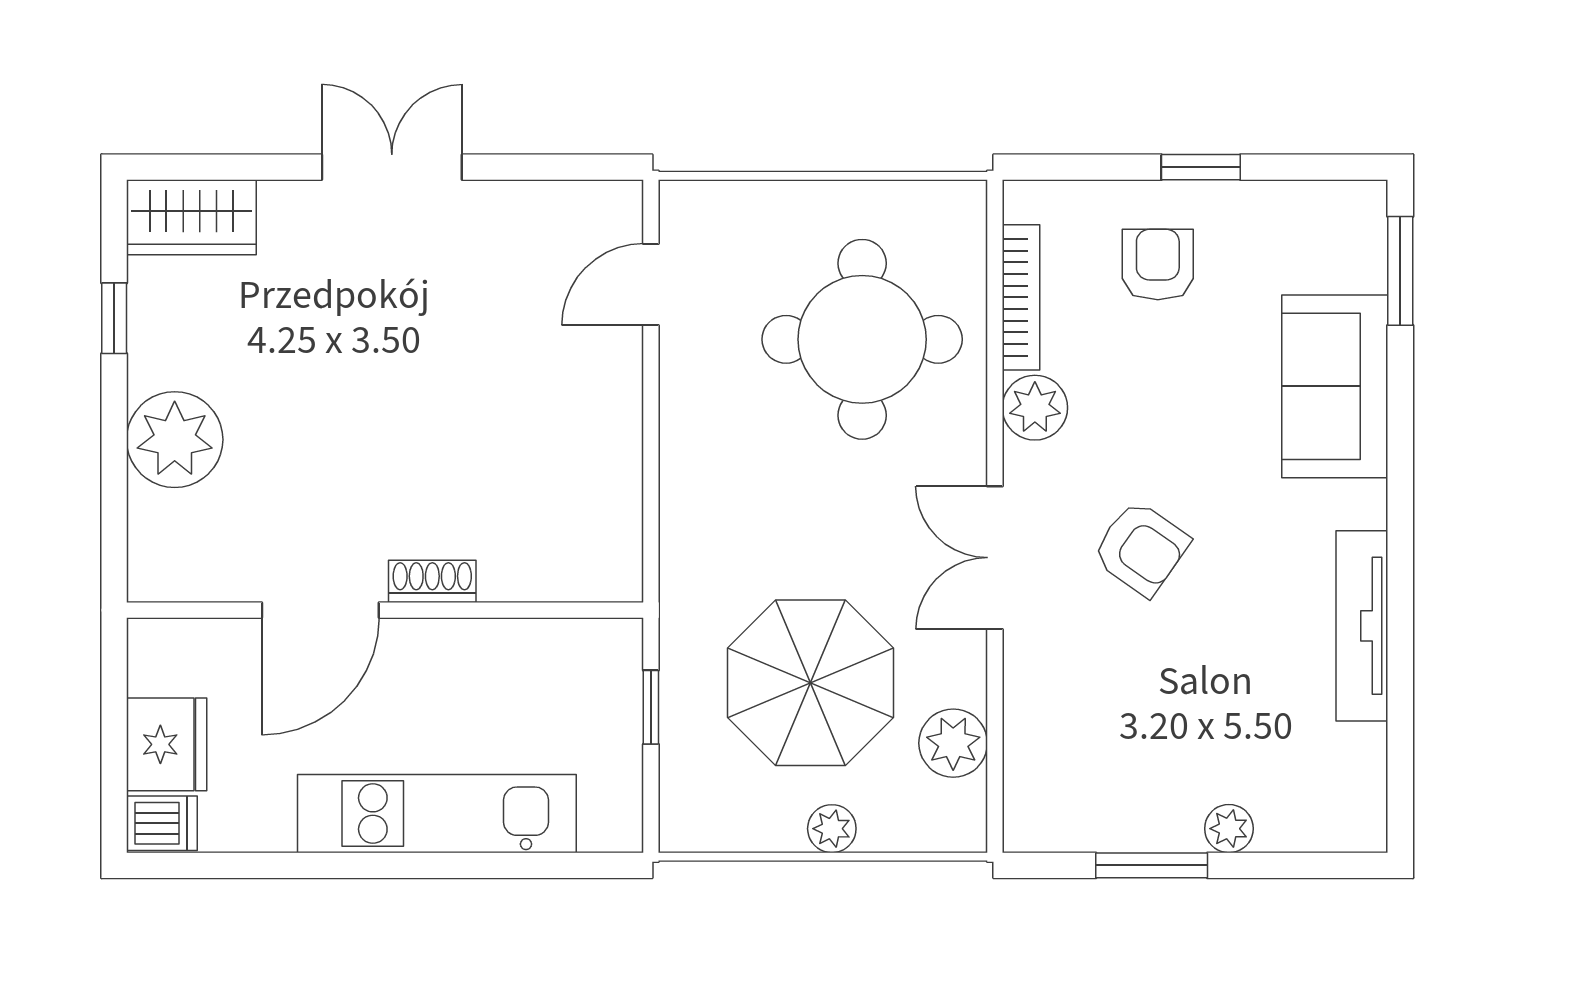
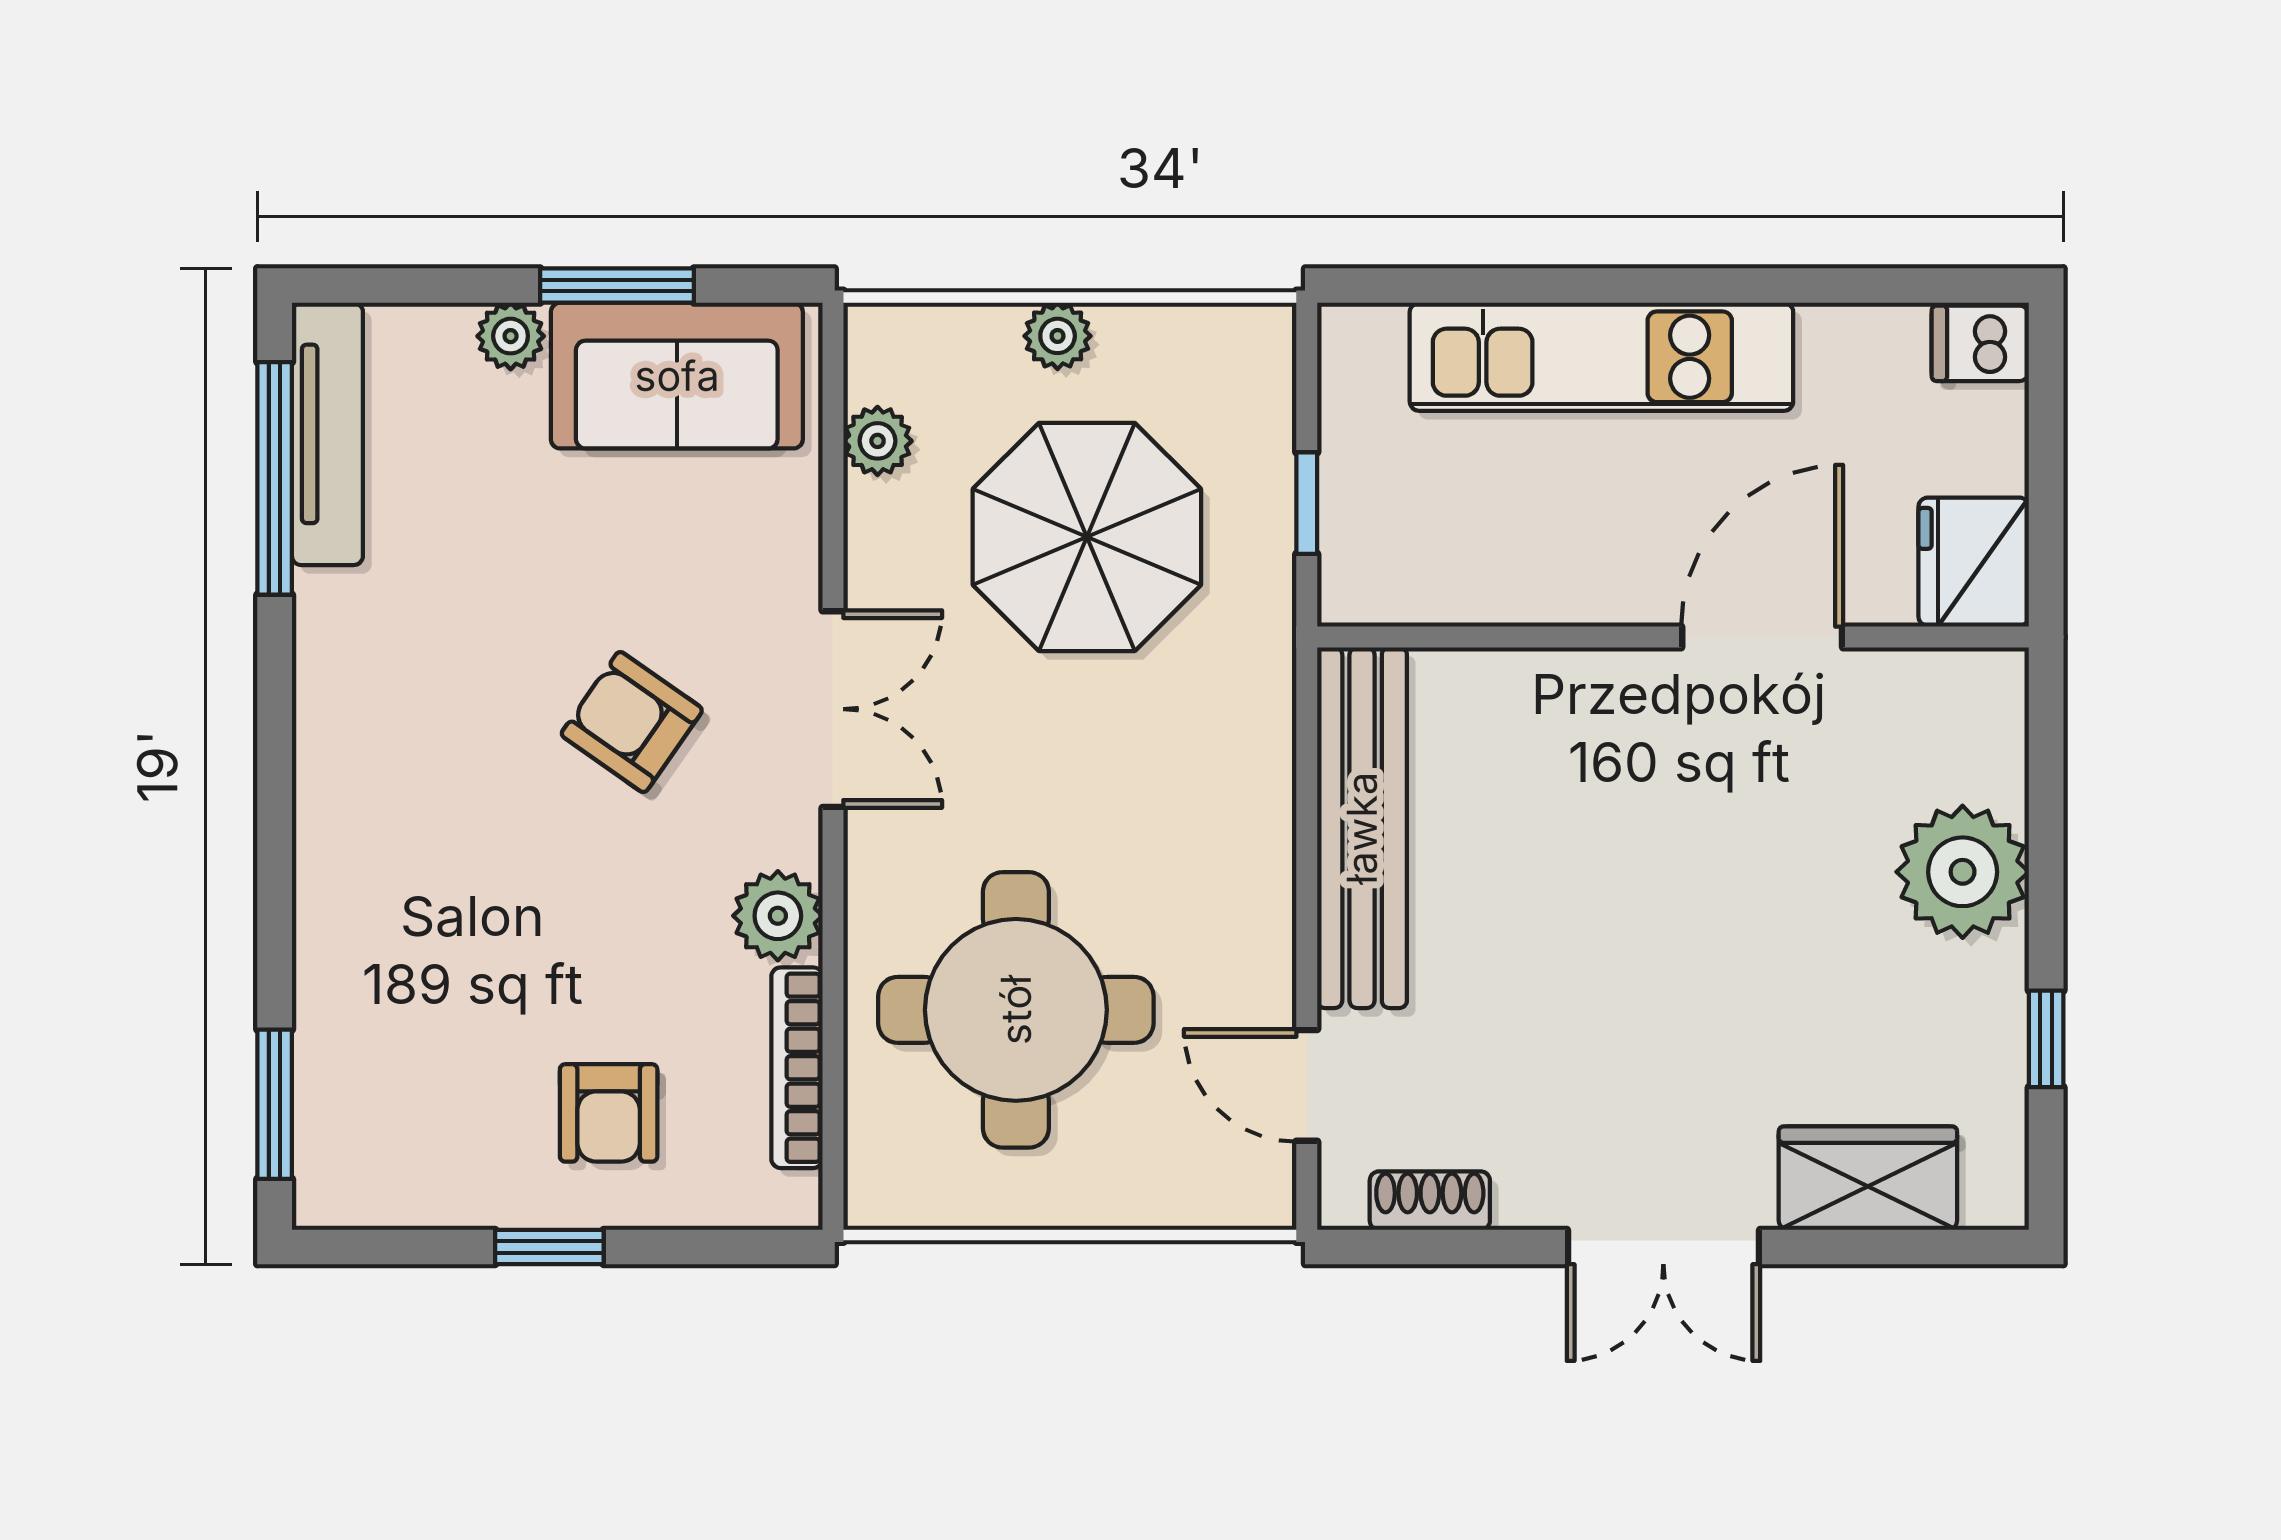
wardrobe: (191, 217) -> (1868, 1178), moved
door: (651, 285) -> (1307, 1085), swing flipped
sofa: (1335, 386) -> (677, 376), moved, turned 90
bench: (611, 472) -> (1362, 828), added
shoe rack: (432, 581) -> (1430, 1201), moved, turned 180
tv unit: (1362, 626) -> (327, 434), moved
window: (1400, 725) -> (275, 478), added
plant: (953, 743) -> (878, 441), width x0.73, depth x0.73
fridge: (167, 744) -> (1974, 562), moved

